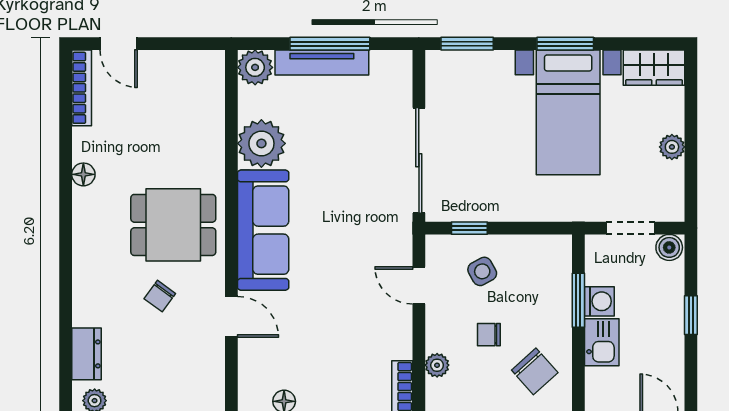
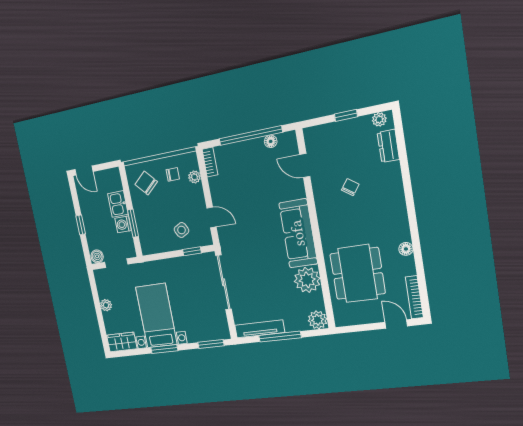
tv unit: (322, 63) -> (260, 329), moved
dining table: (173, 225) -> (358, 274), moved, width x1.37
door: (231, 317) -> (305, 166), moved
chair: (489, 335) -> (173, 174), moved

